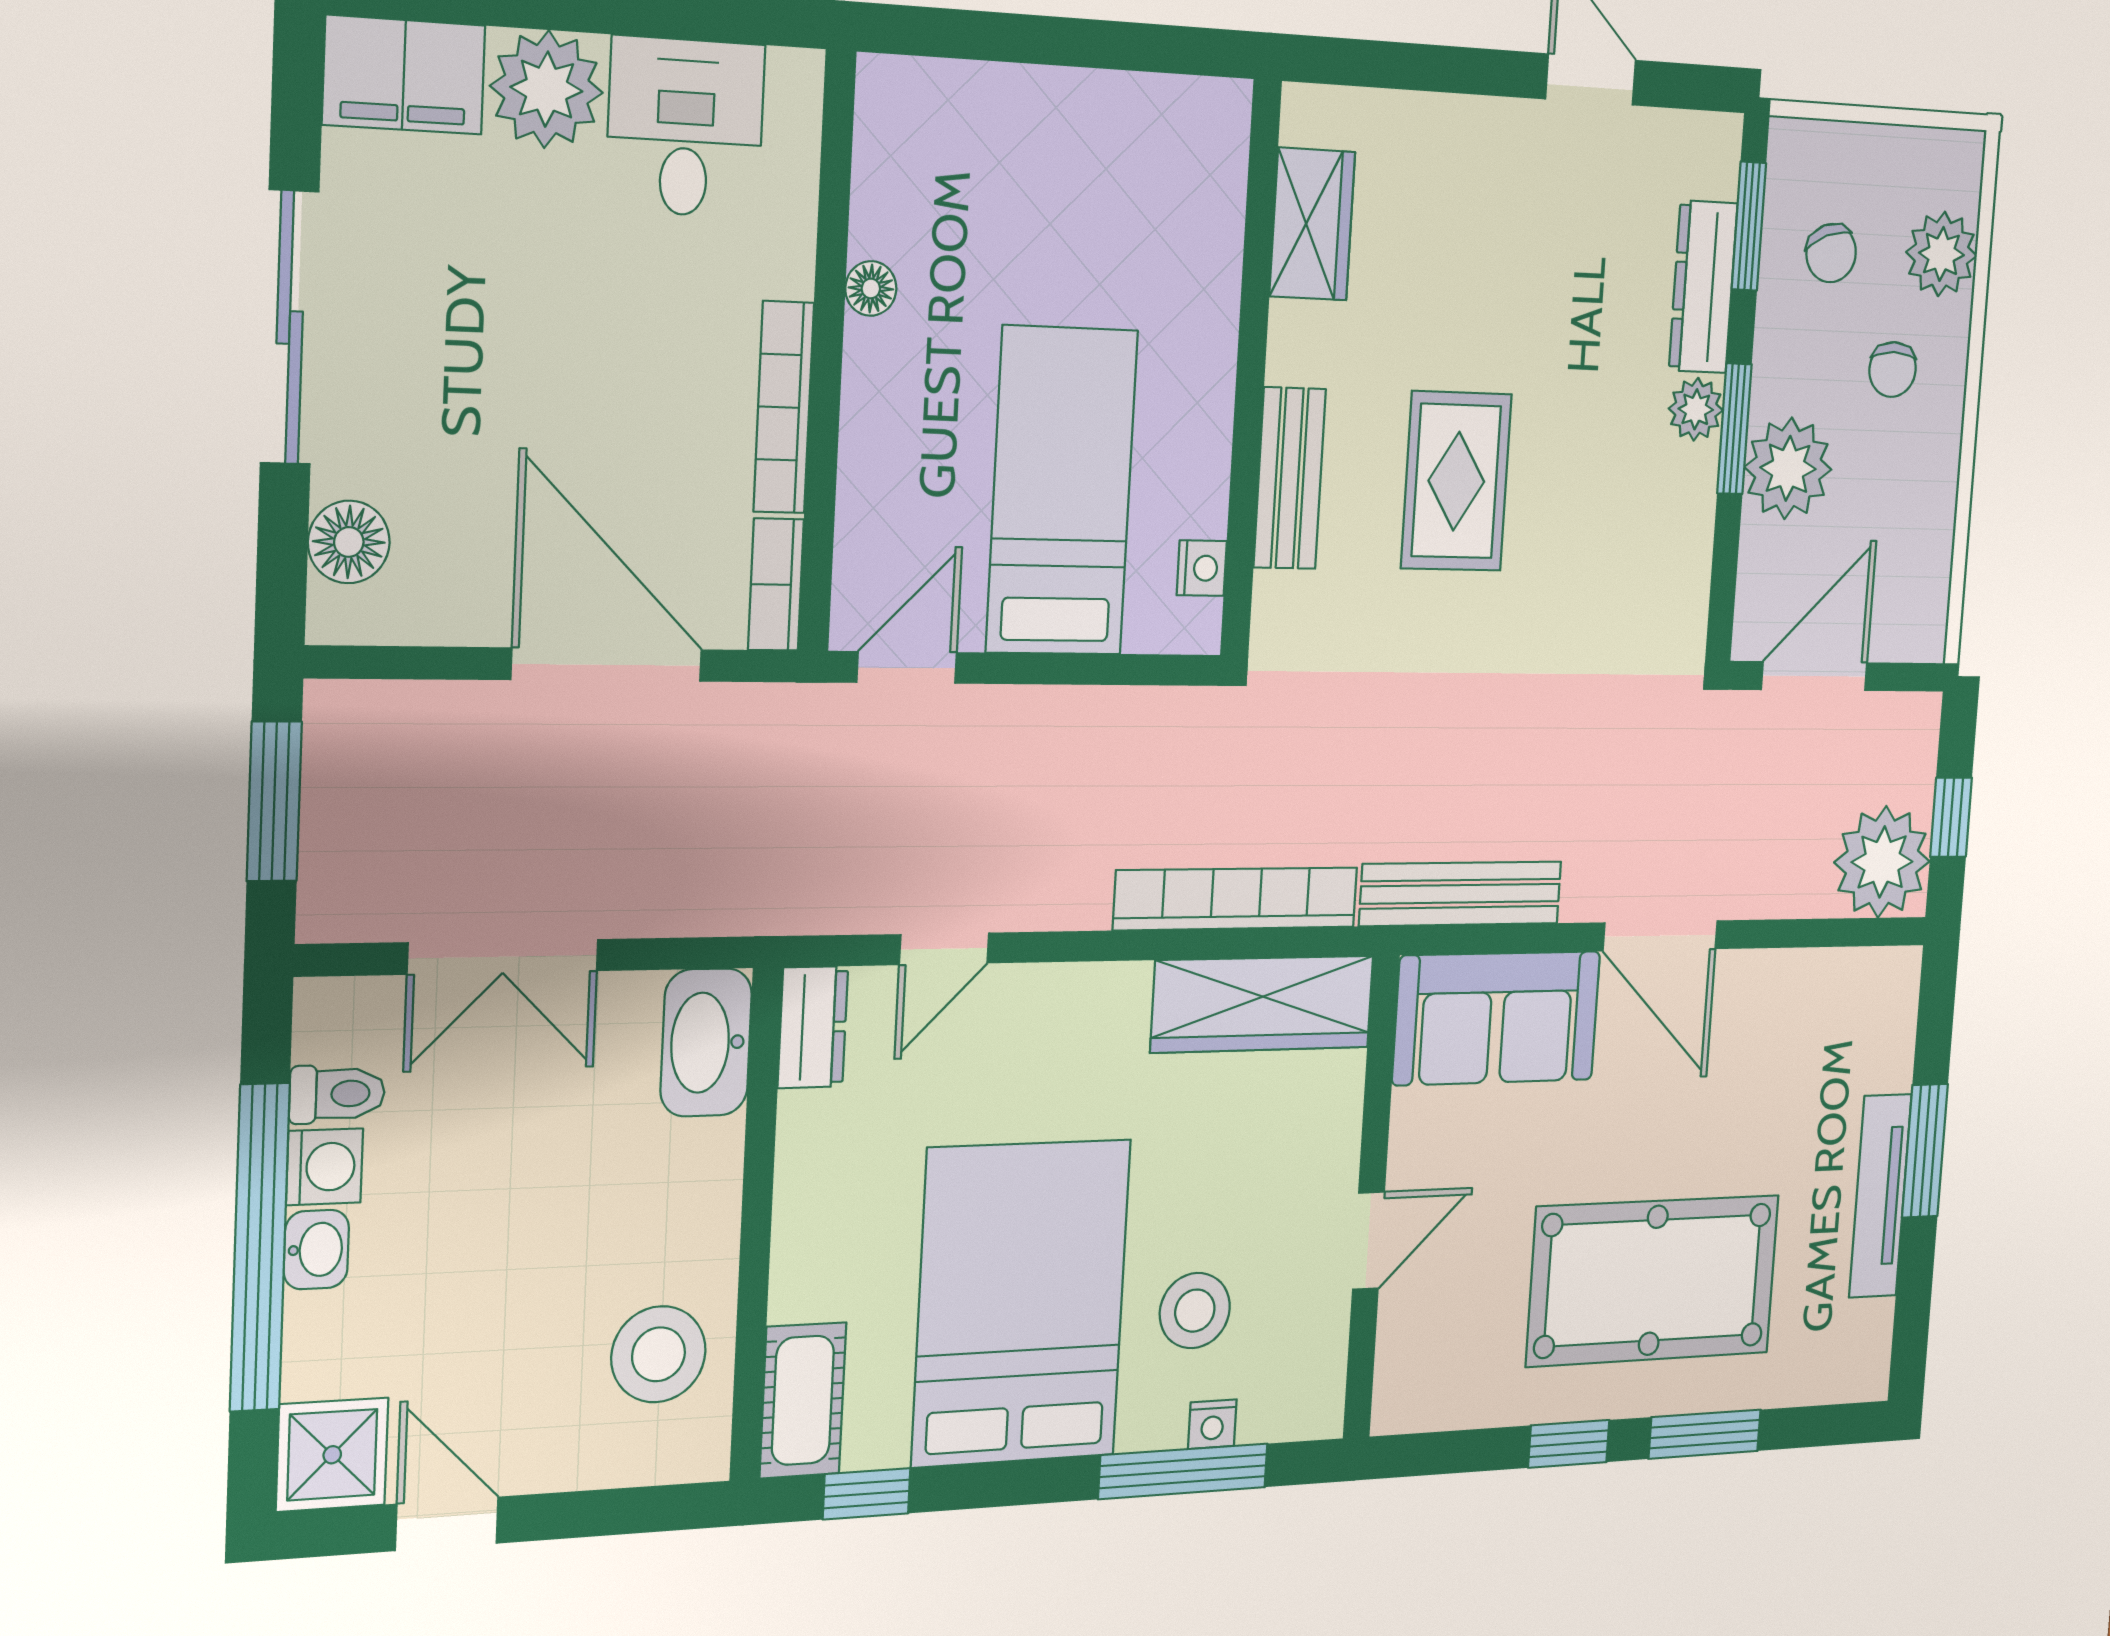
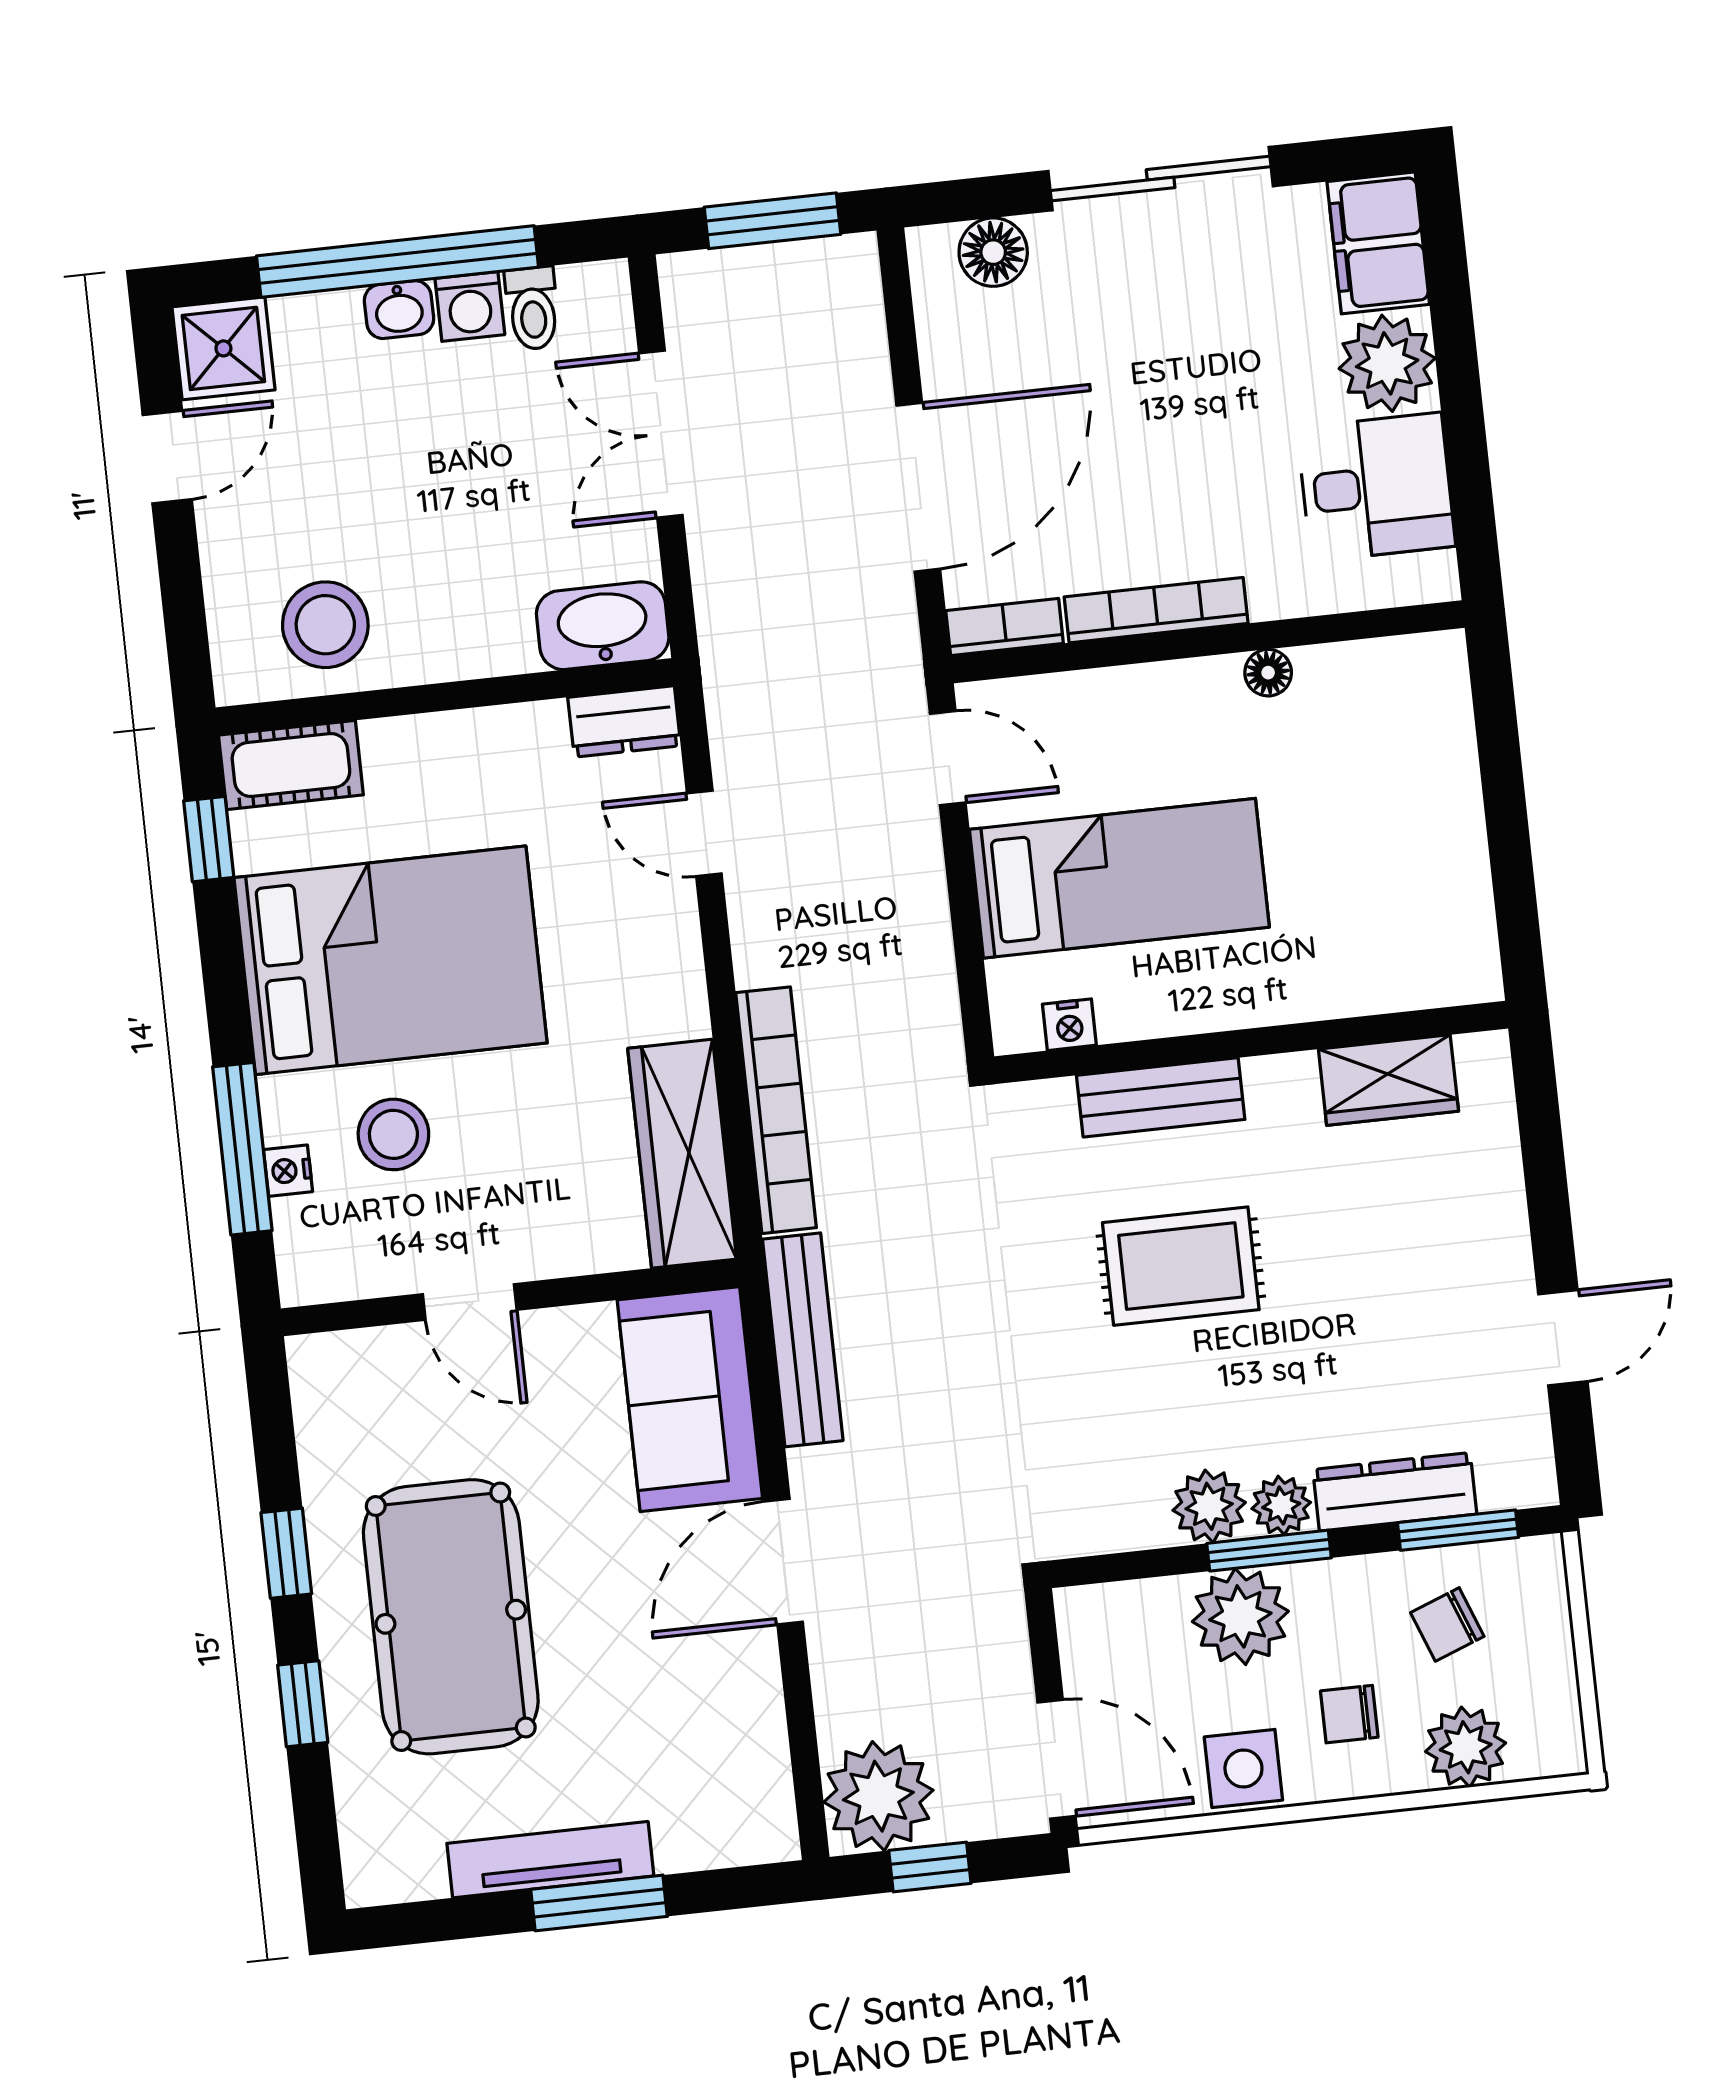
plant: (1684, 485) -> (1209, 1506), added
side table: (1921, 486) -> (1243, 1769), added
door: (1814, 676) -> (1057, 1759), moved
window: (1705, 1434) -> (303, 1704), width x0.67

